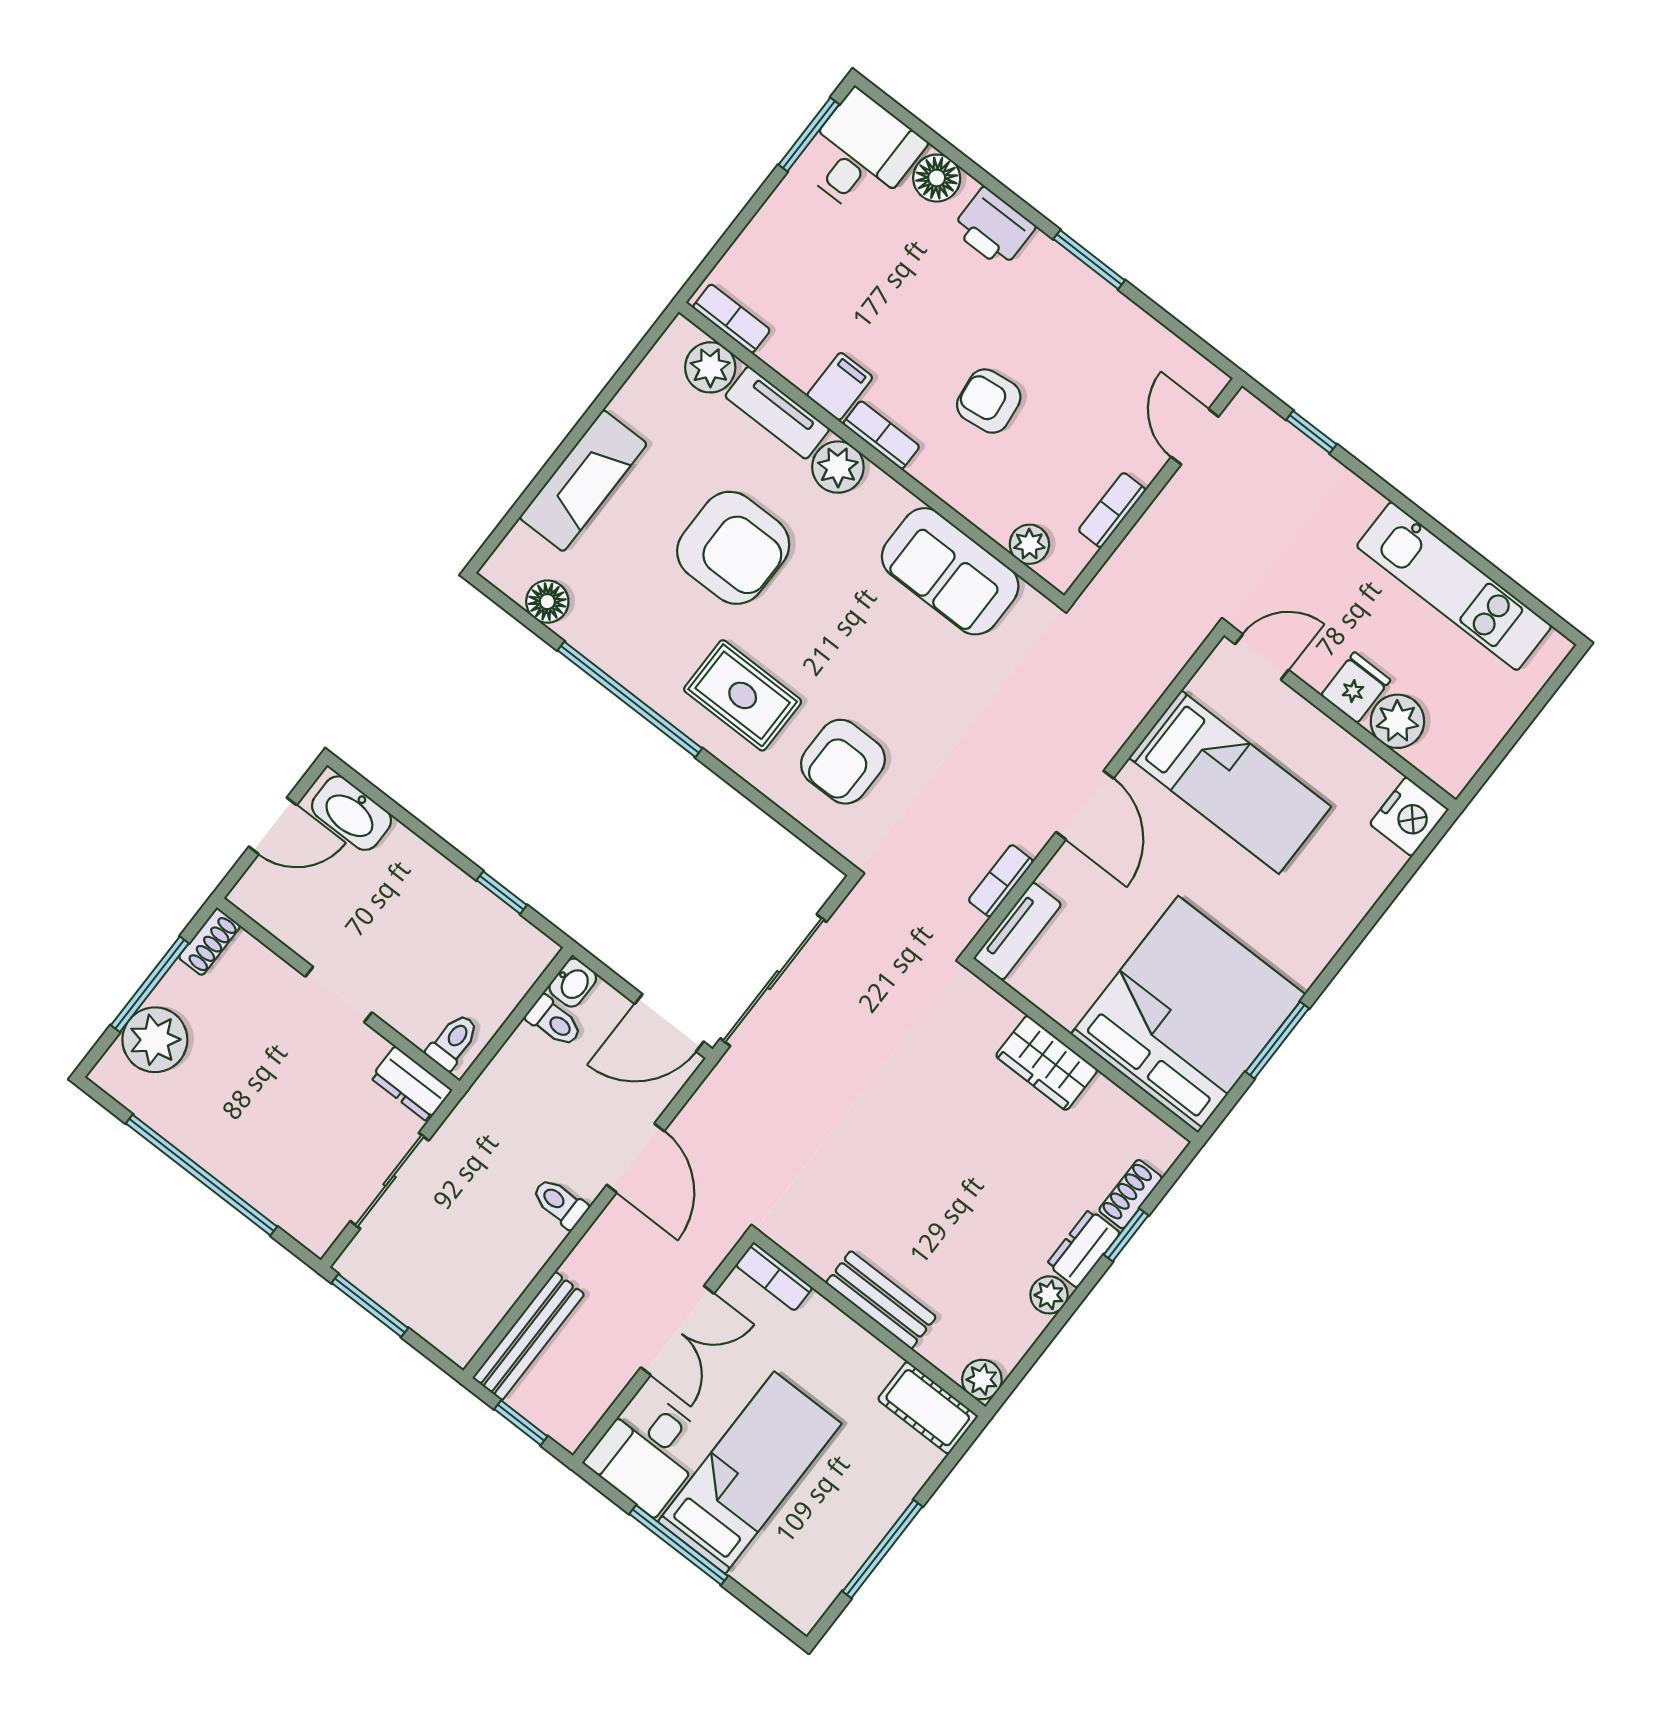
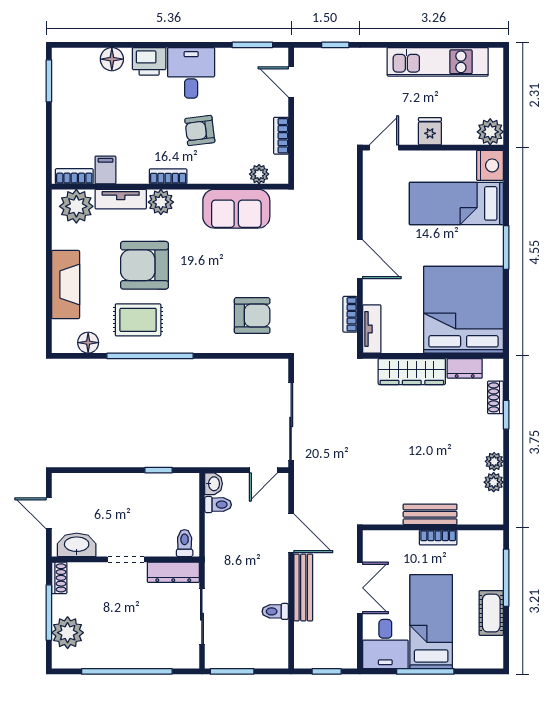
desk: (861, 154) -> (191, 73), moved
window: (1089, 260) -> (252, 45), moved
plant: (710, 367) -> (76, 206), width x1.36, depth x1.36
filing cabinet: (840, 386) -> (105, 170), moved
armchair: (733, 548) -> (144, 265), turned 180
rug: (743, 695) -> (138, 320), moved
plant: (1397, 721) -> (490, 132), moved
armchair: (843, 762) -> (252, 316), turned -90
bed: (1230, 782) -> (456, 203), moved, turned 180
washbasin: (351, 813) -> (77, 545), moved, turned 180
door: (273, 826) -> (49, 513), swing flipped
door: (669, 1023) -> (263, 470), width x0.73
window: (1277, 1040) -> (506, 247), moved
wardrobe: (1047, 1063) -> (412, 372), width x1.50
dresser: (411, 1084) -> (173, 572), width x1.44
toilet: (560, 1203) -> (275, 611), moved
dresser: (1083, 1249) -> (465, 368), moved, turned -90
bookcase: (774, 1276) -> (438, 538), moved
bench: (528, 1336) -> (303, 587), moved
plant: (982, 1380) -> (494, 482), moved
cot: (928, 1408) -> (491, 613), moved, turned 90
window: (882, 1549) -> (506, 578), moved

